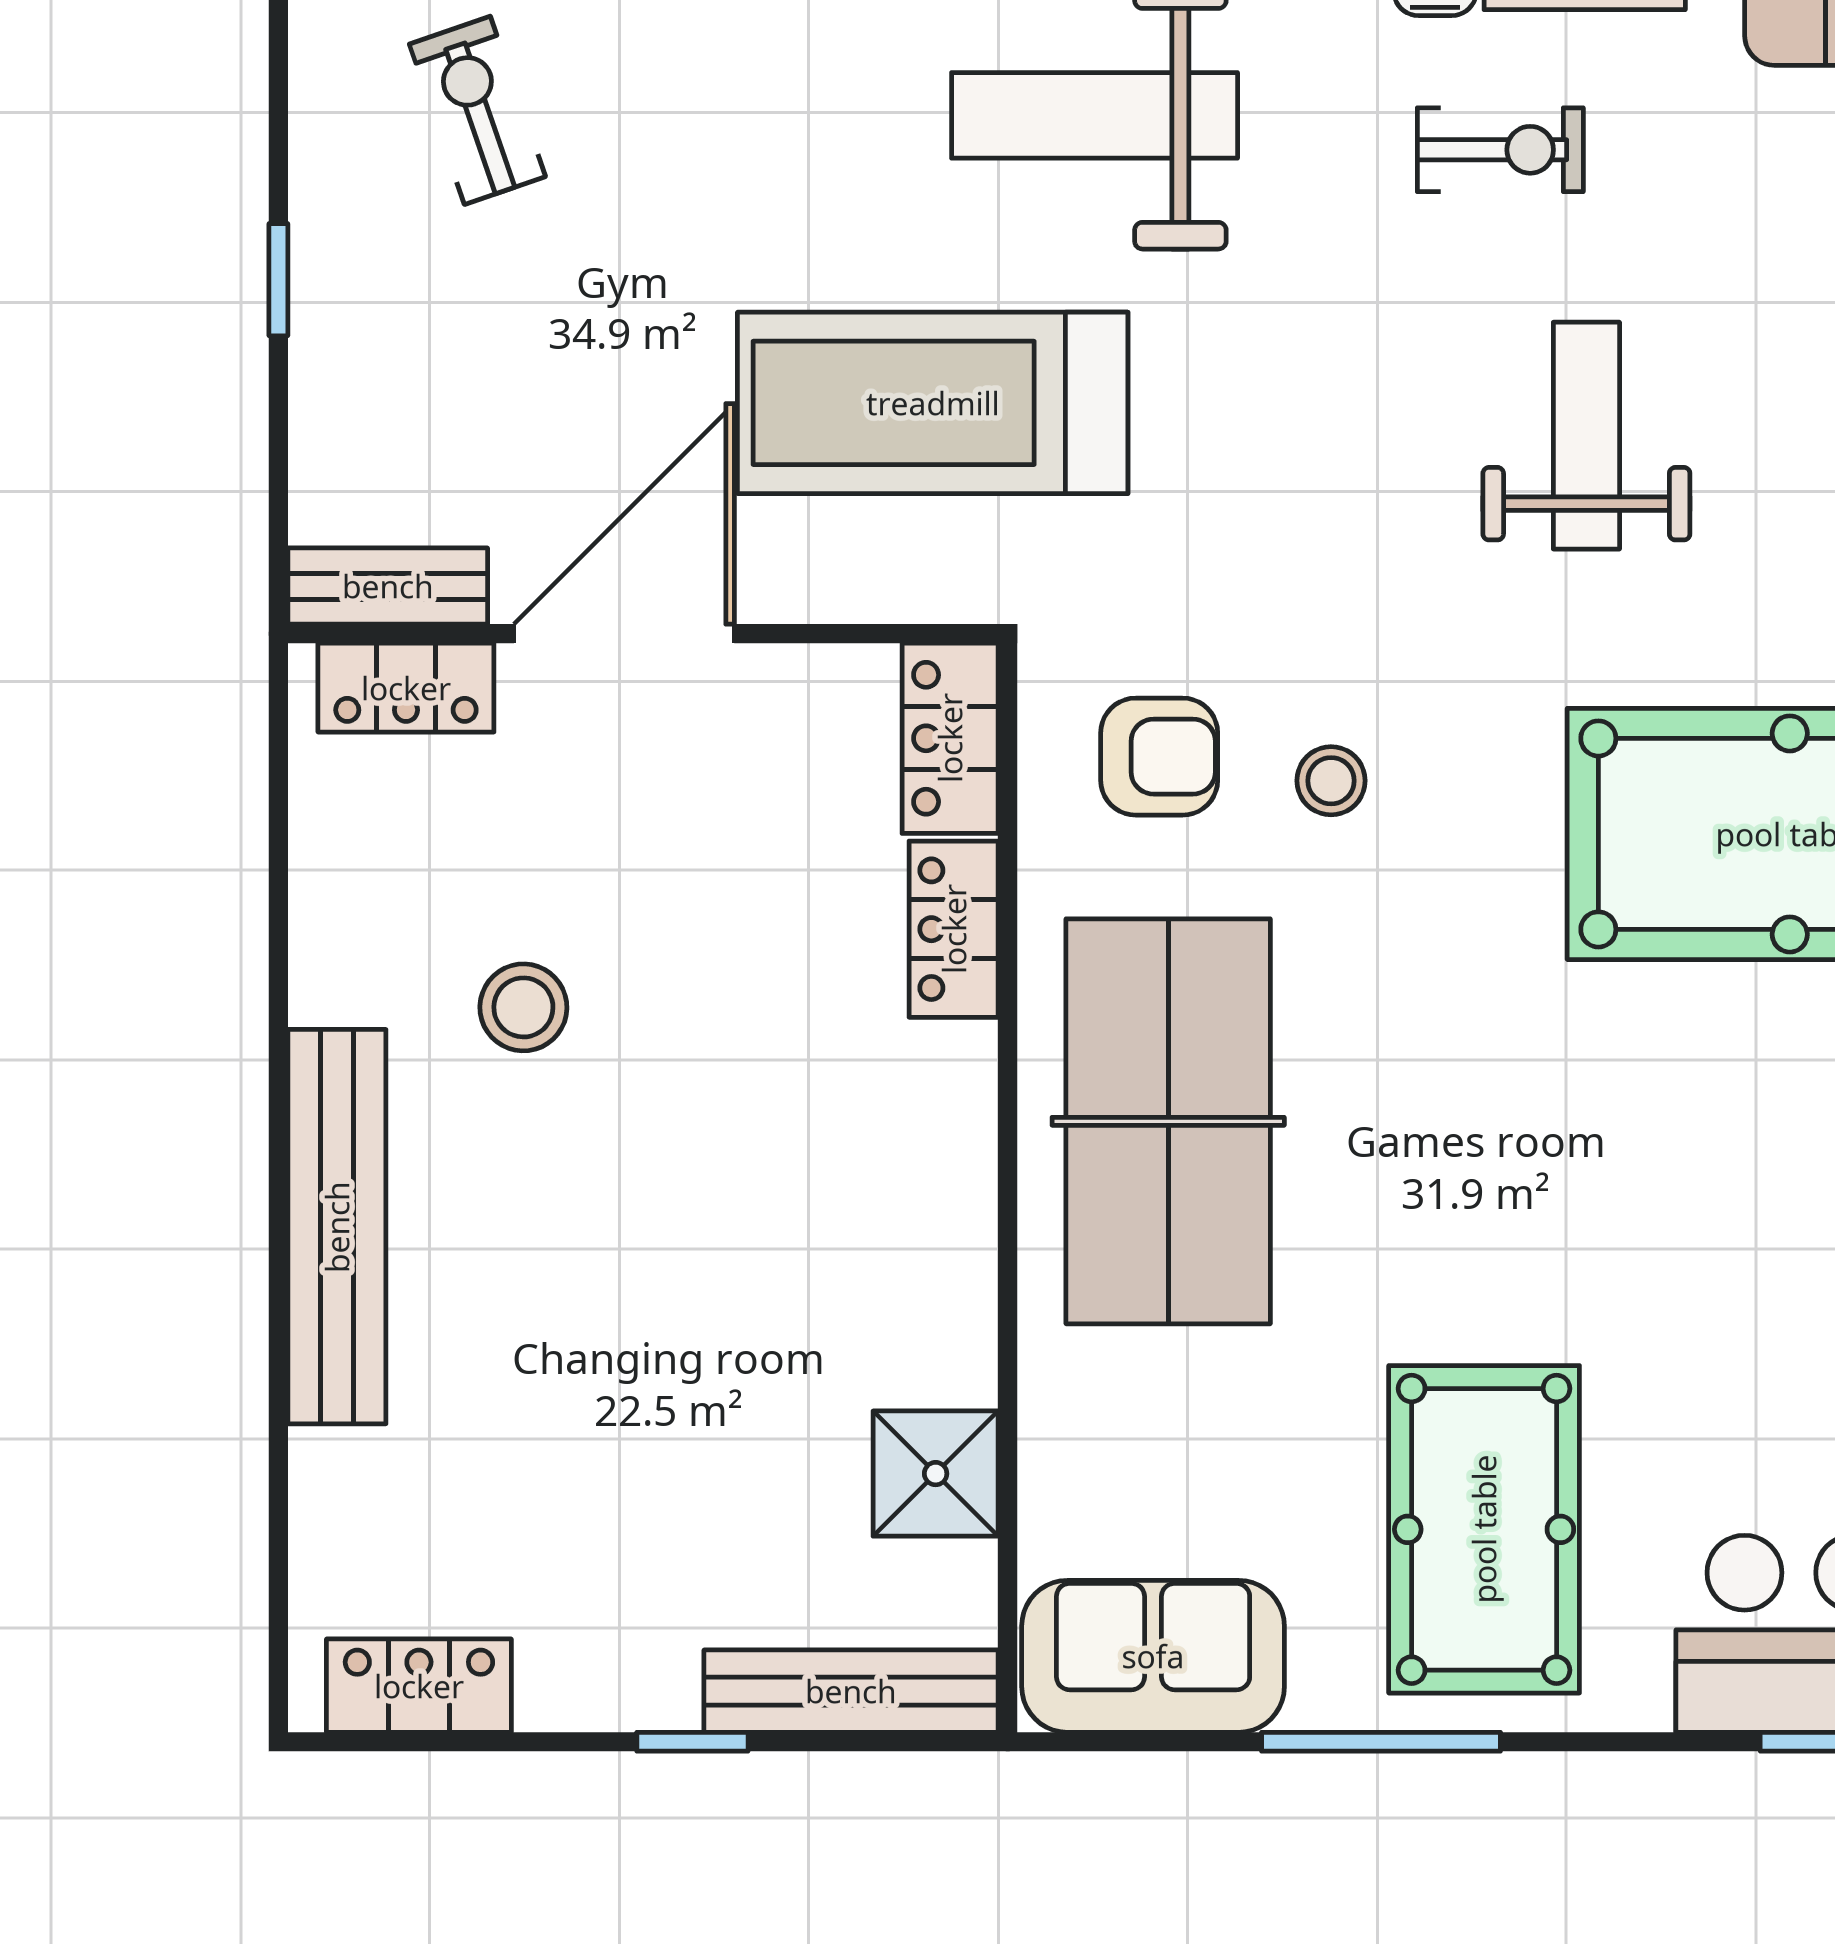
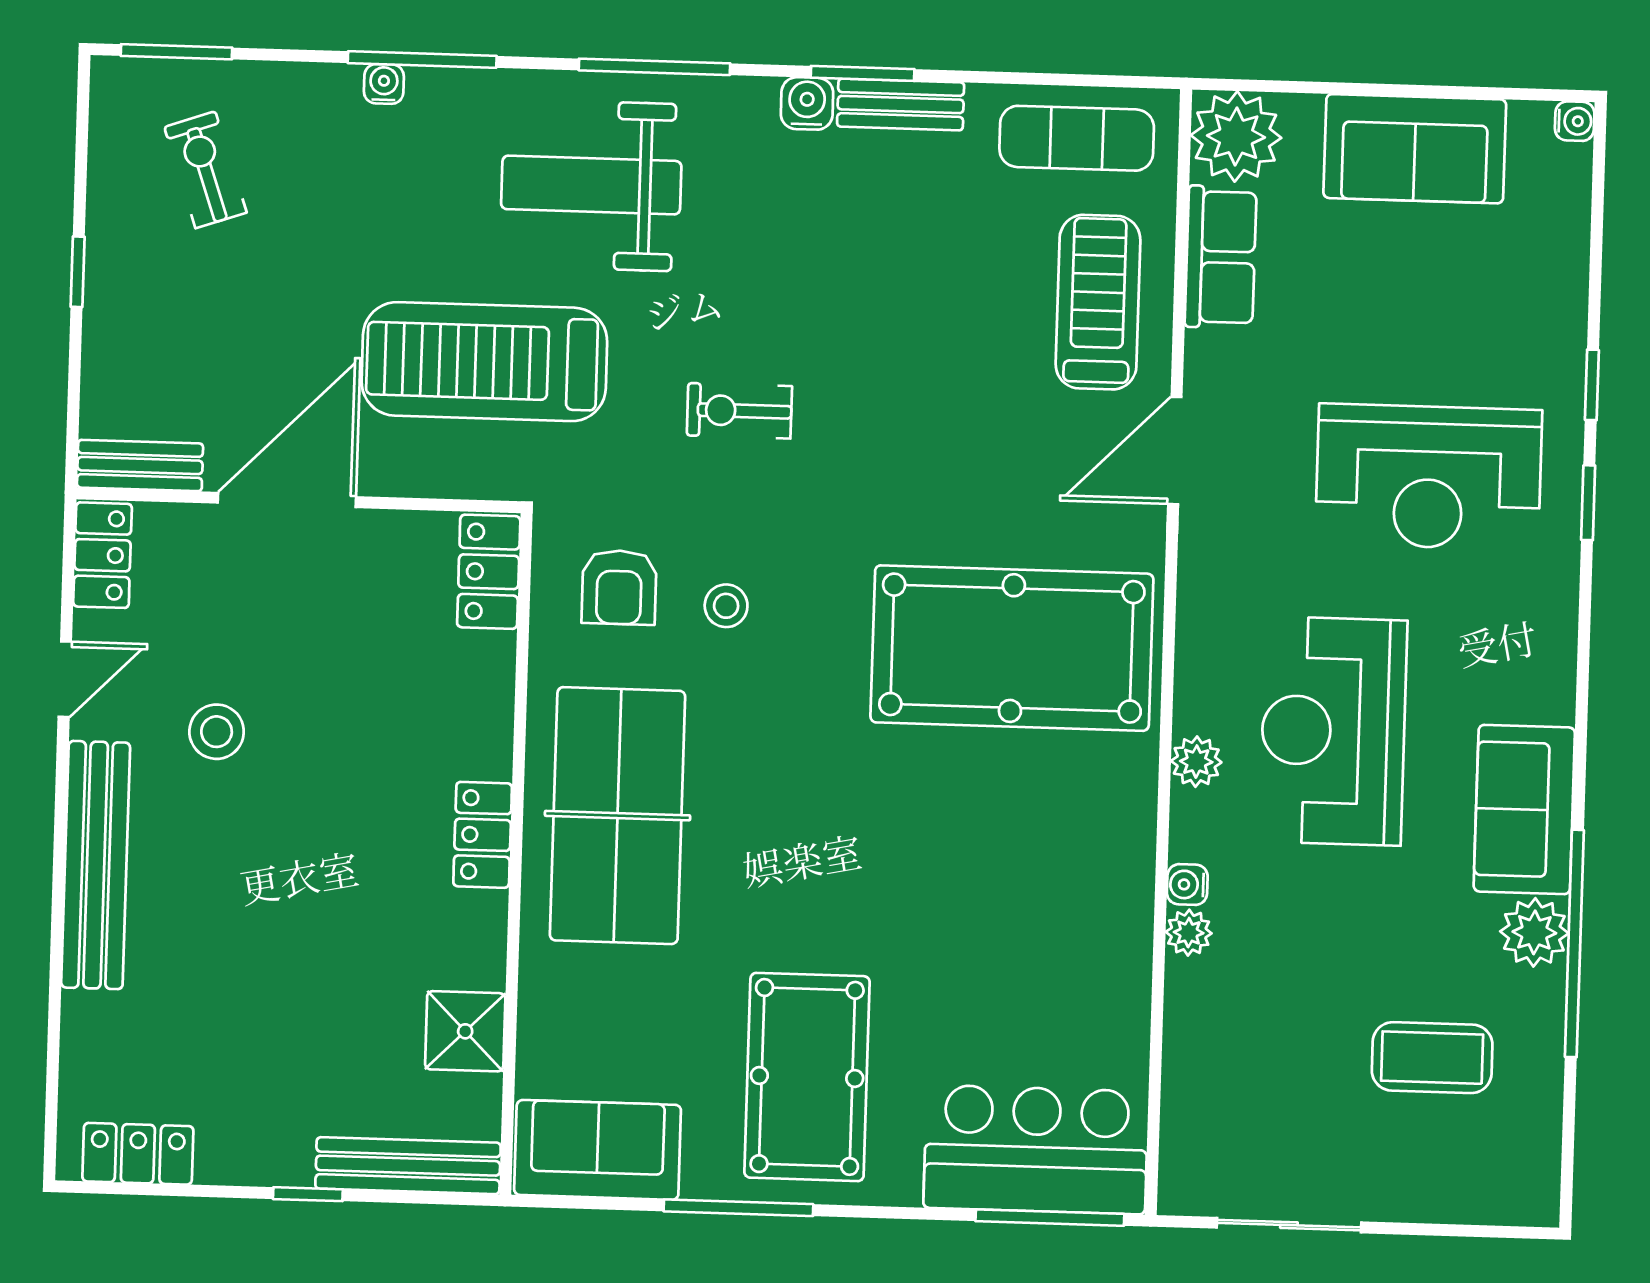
exercise bike: (1500, 150) -> (739, 411), moved, turned 180
weight bench: (1586, 436) -> (893, 395), removed
locker: (406, 688) -> (102, 555), moved, turned -90
armchair: (1159, 757) -> (619, 587), turned 90
locker: (954, 929) -> (483, 835), moved
door: (278, 931) -> (65, 679), added

